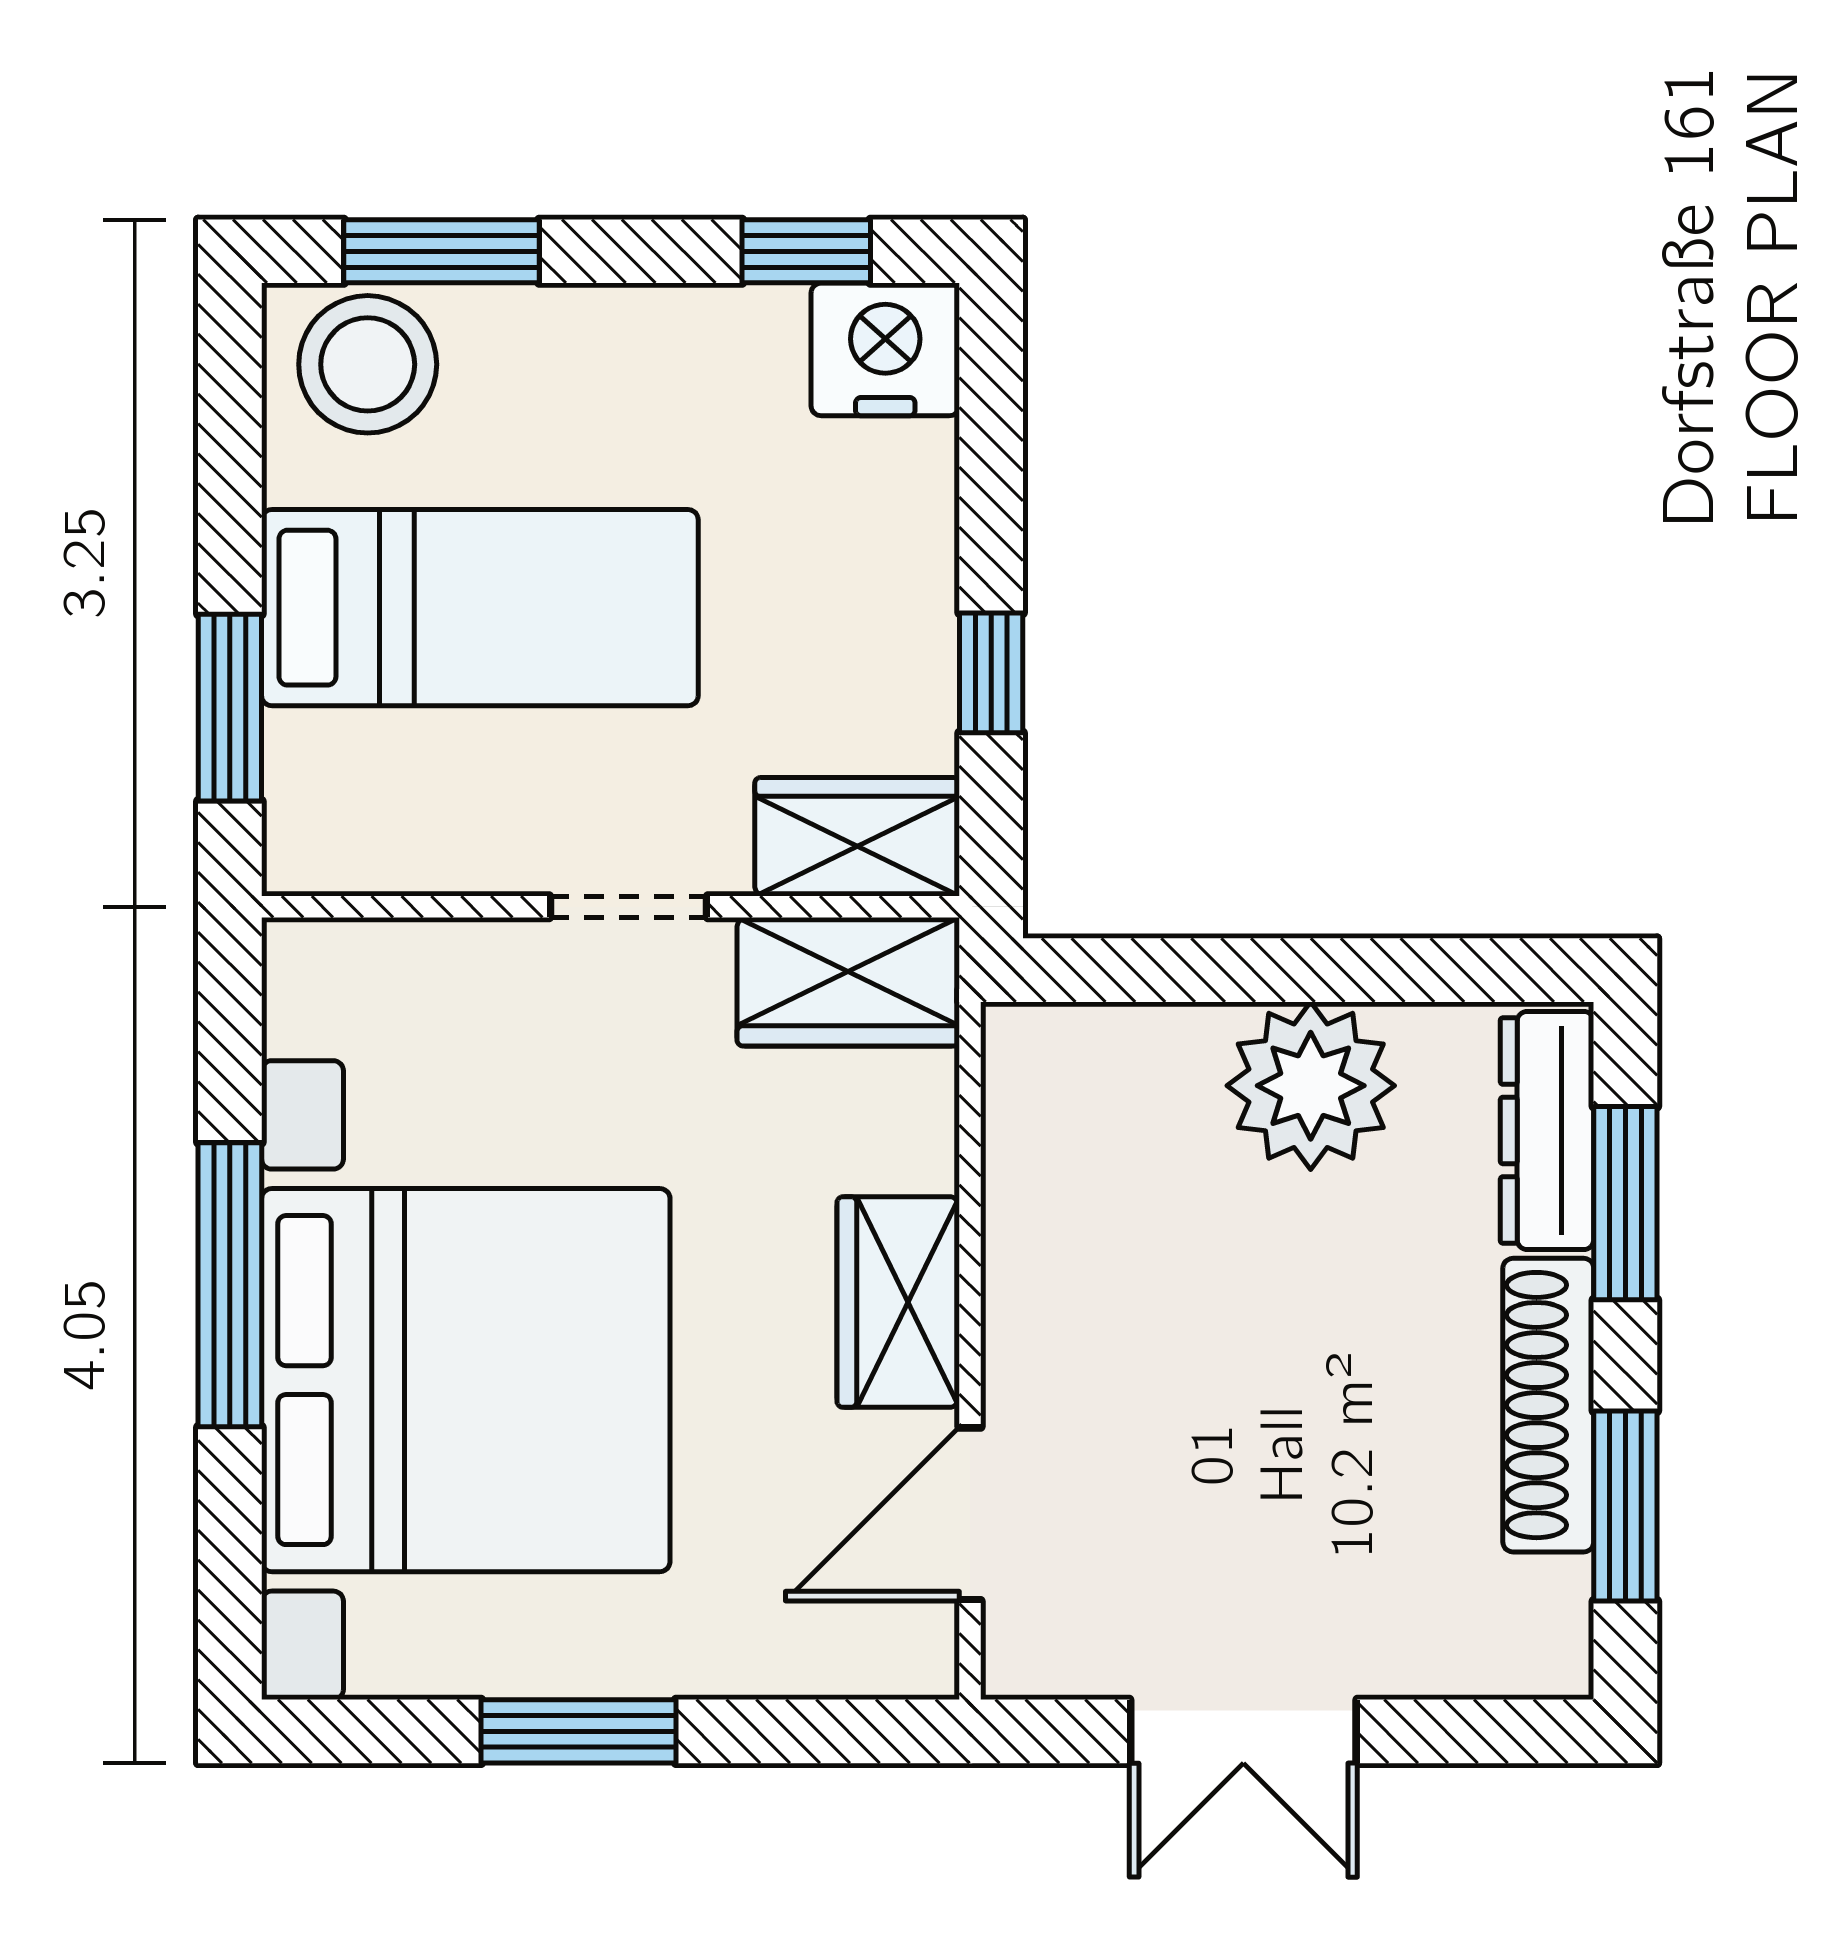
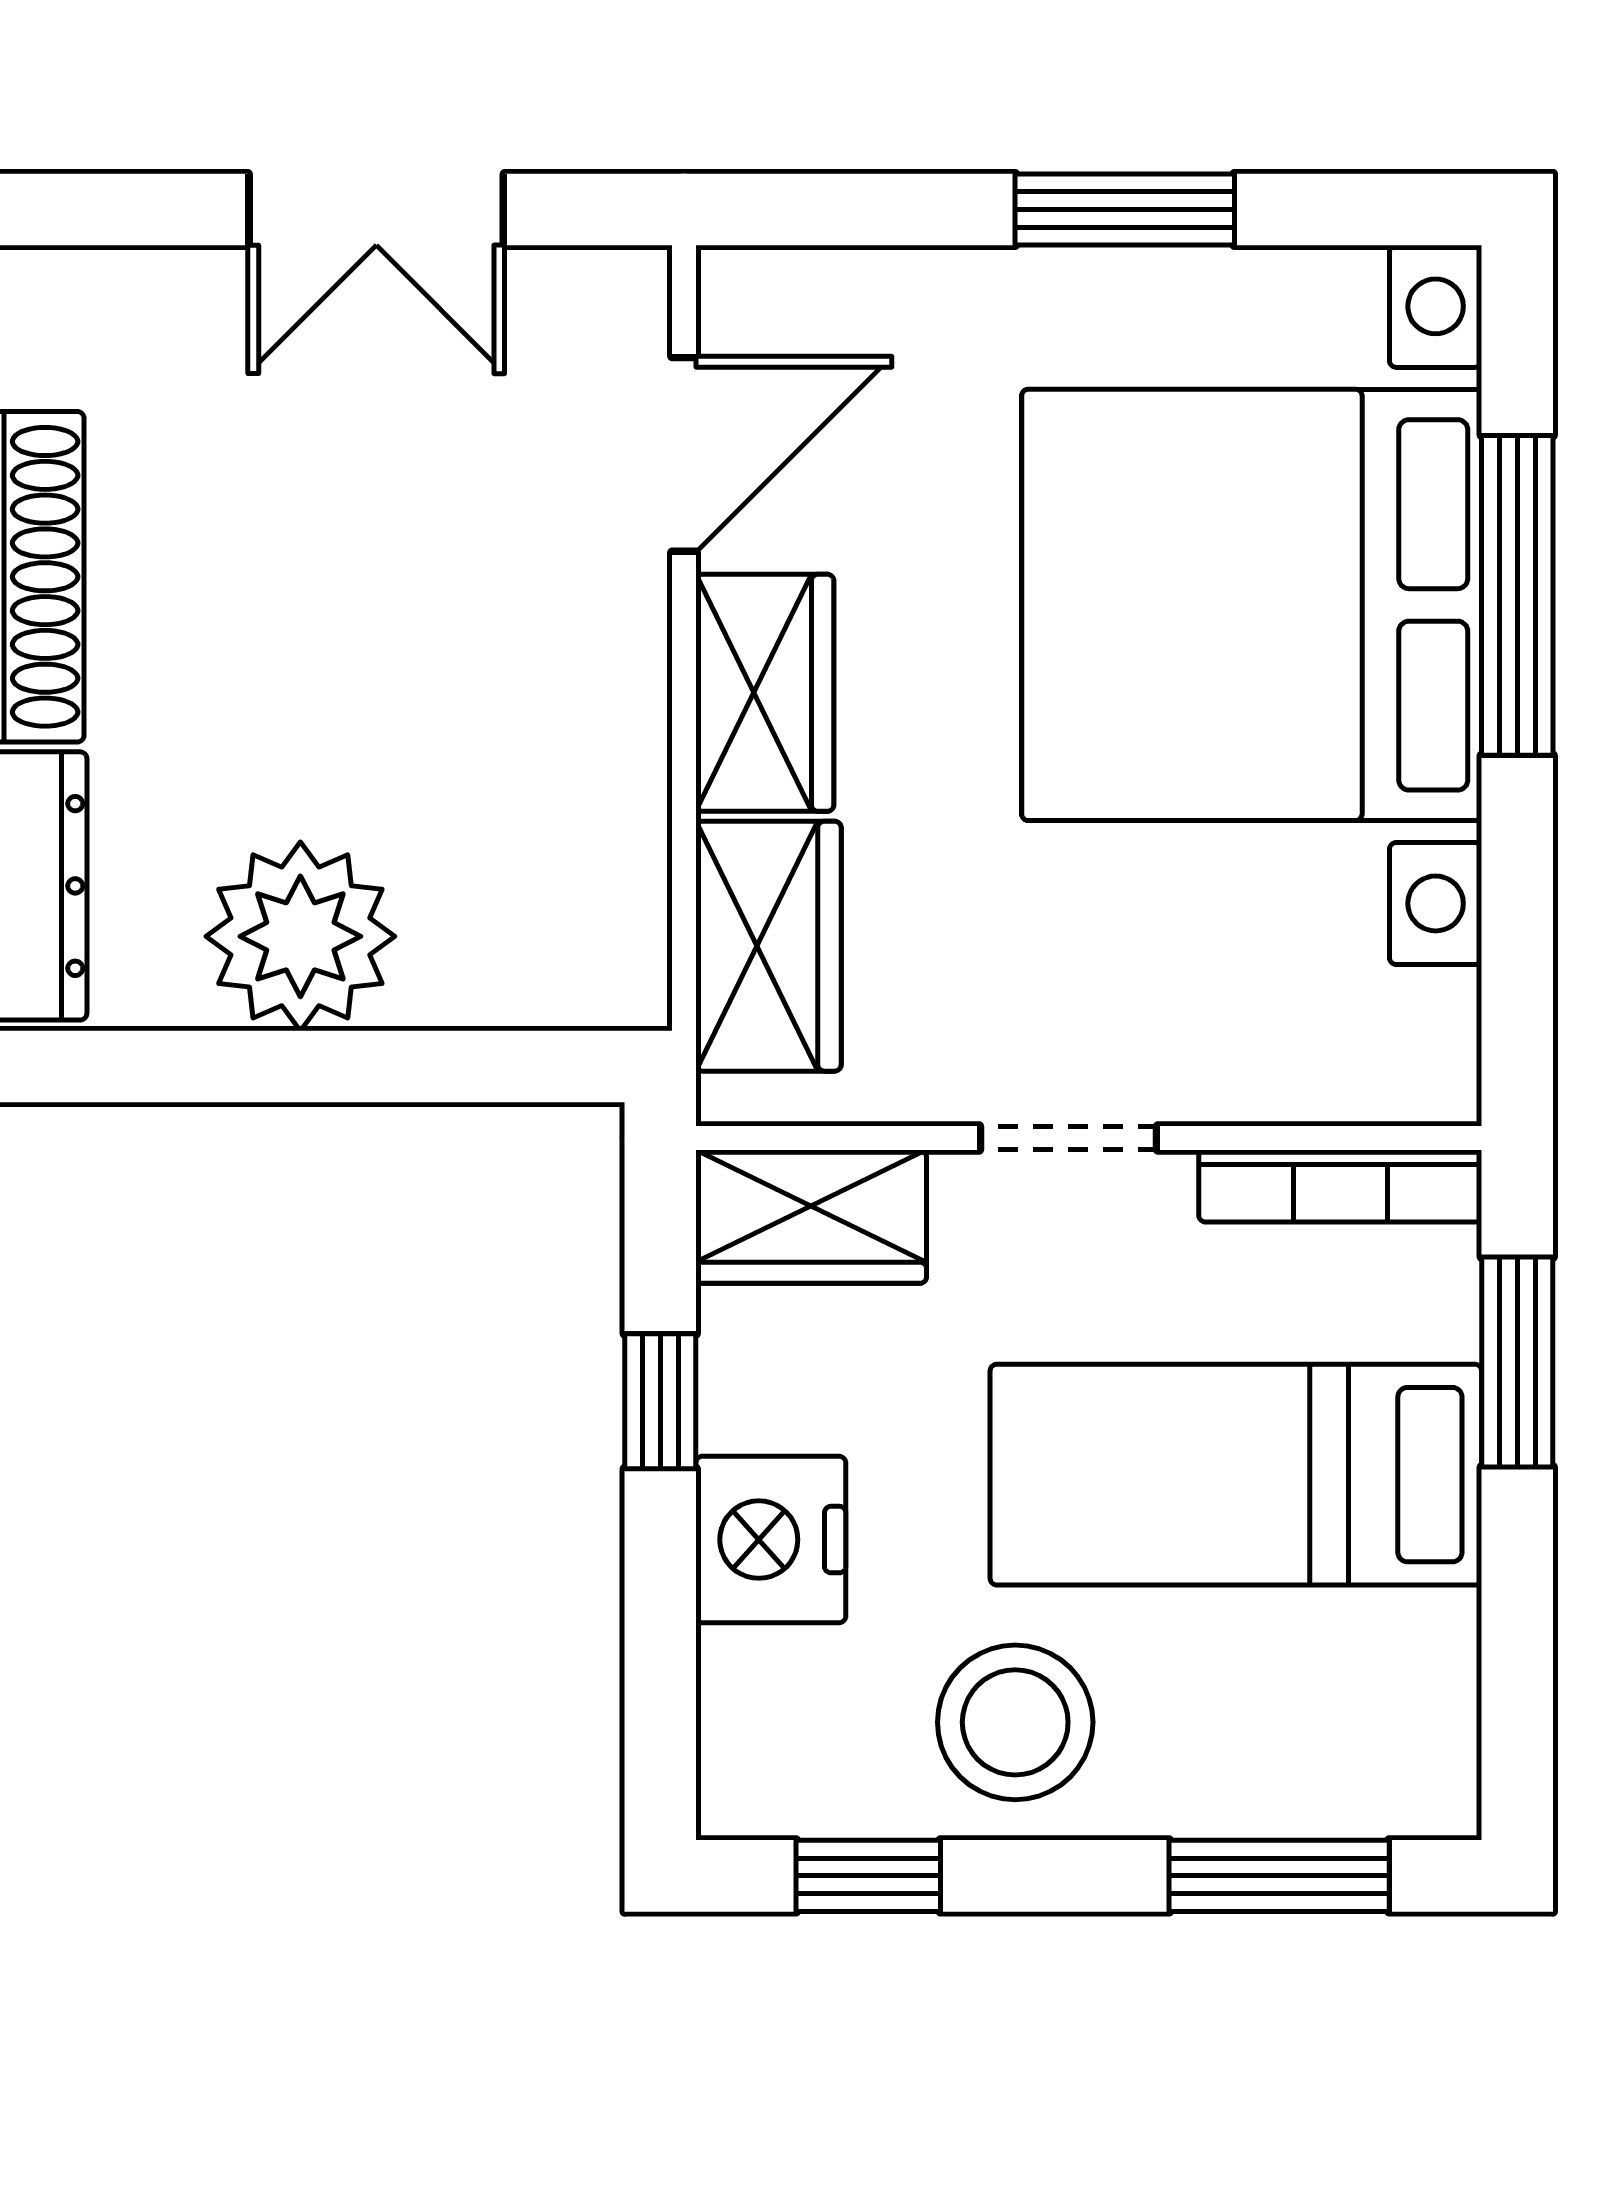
nightstand: (885, 349) -> (771, 1540), moved, turned 90
stool: (368, 364) -> (1015, 1722), moved
bookcase: (387, 864) -> (1340, 1186), added
wardrobe: (848, 982) -> (769, 946), moved, turned 90
window: (230, 1285) -> (1517, 595), moved
double door: (1243, 1731) -> (376, 209), swing flipped

